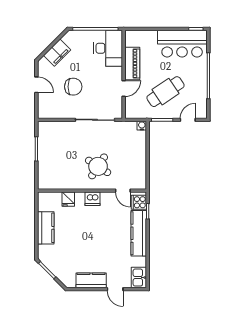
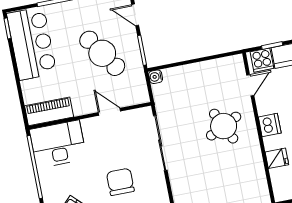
piano: (132, 63) -> (49, 111), moved
round table: (98, 166) -> (224, 126), turned 31

